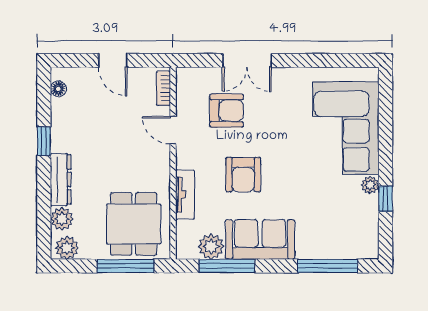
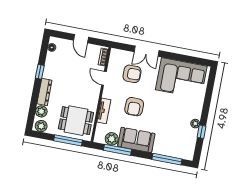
corner sofa: (346, 128) -> (181, 78), moved, turned -90
dining table: (134, 224) -> (76, 121), turned 90

